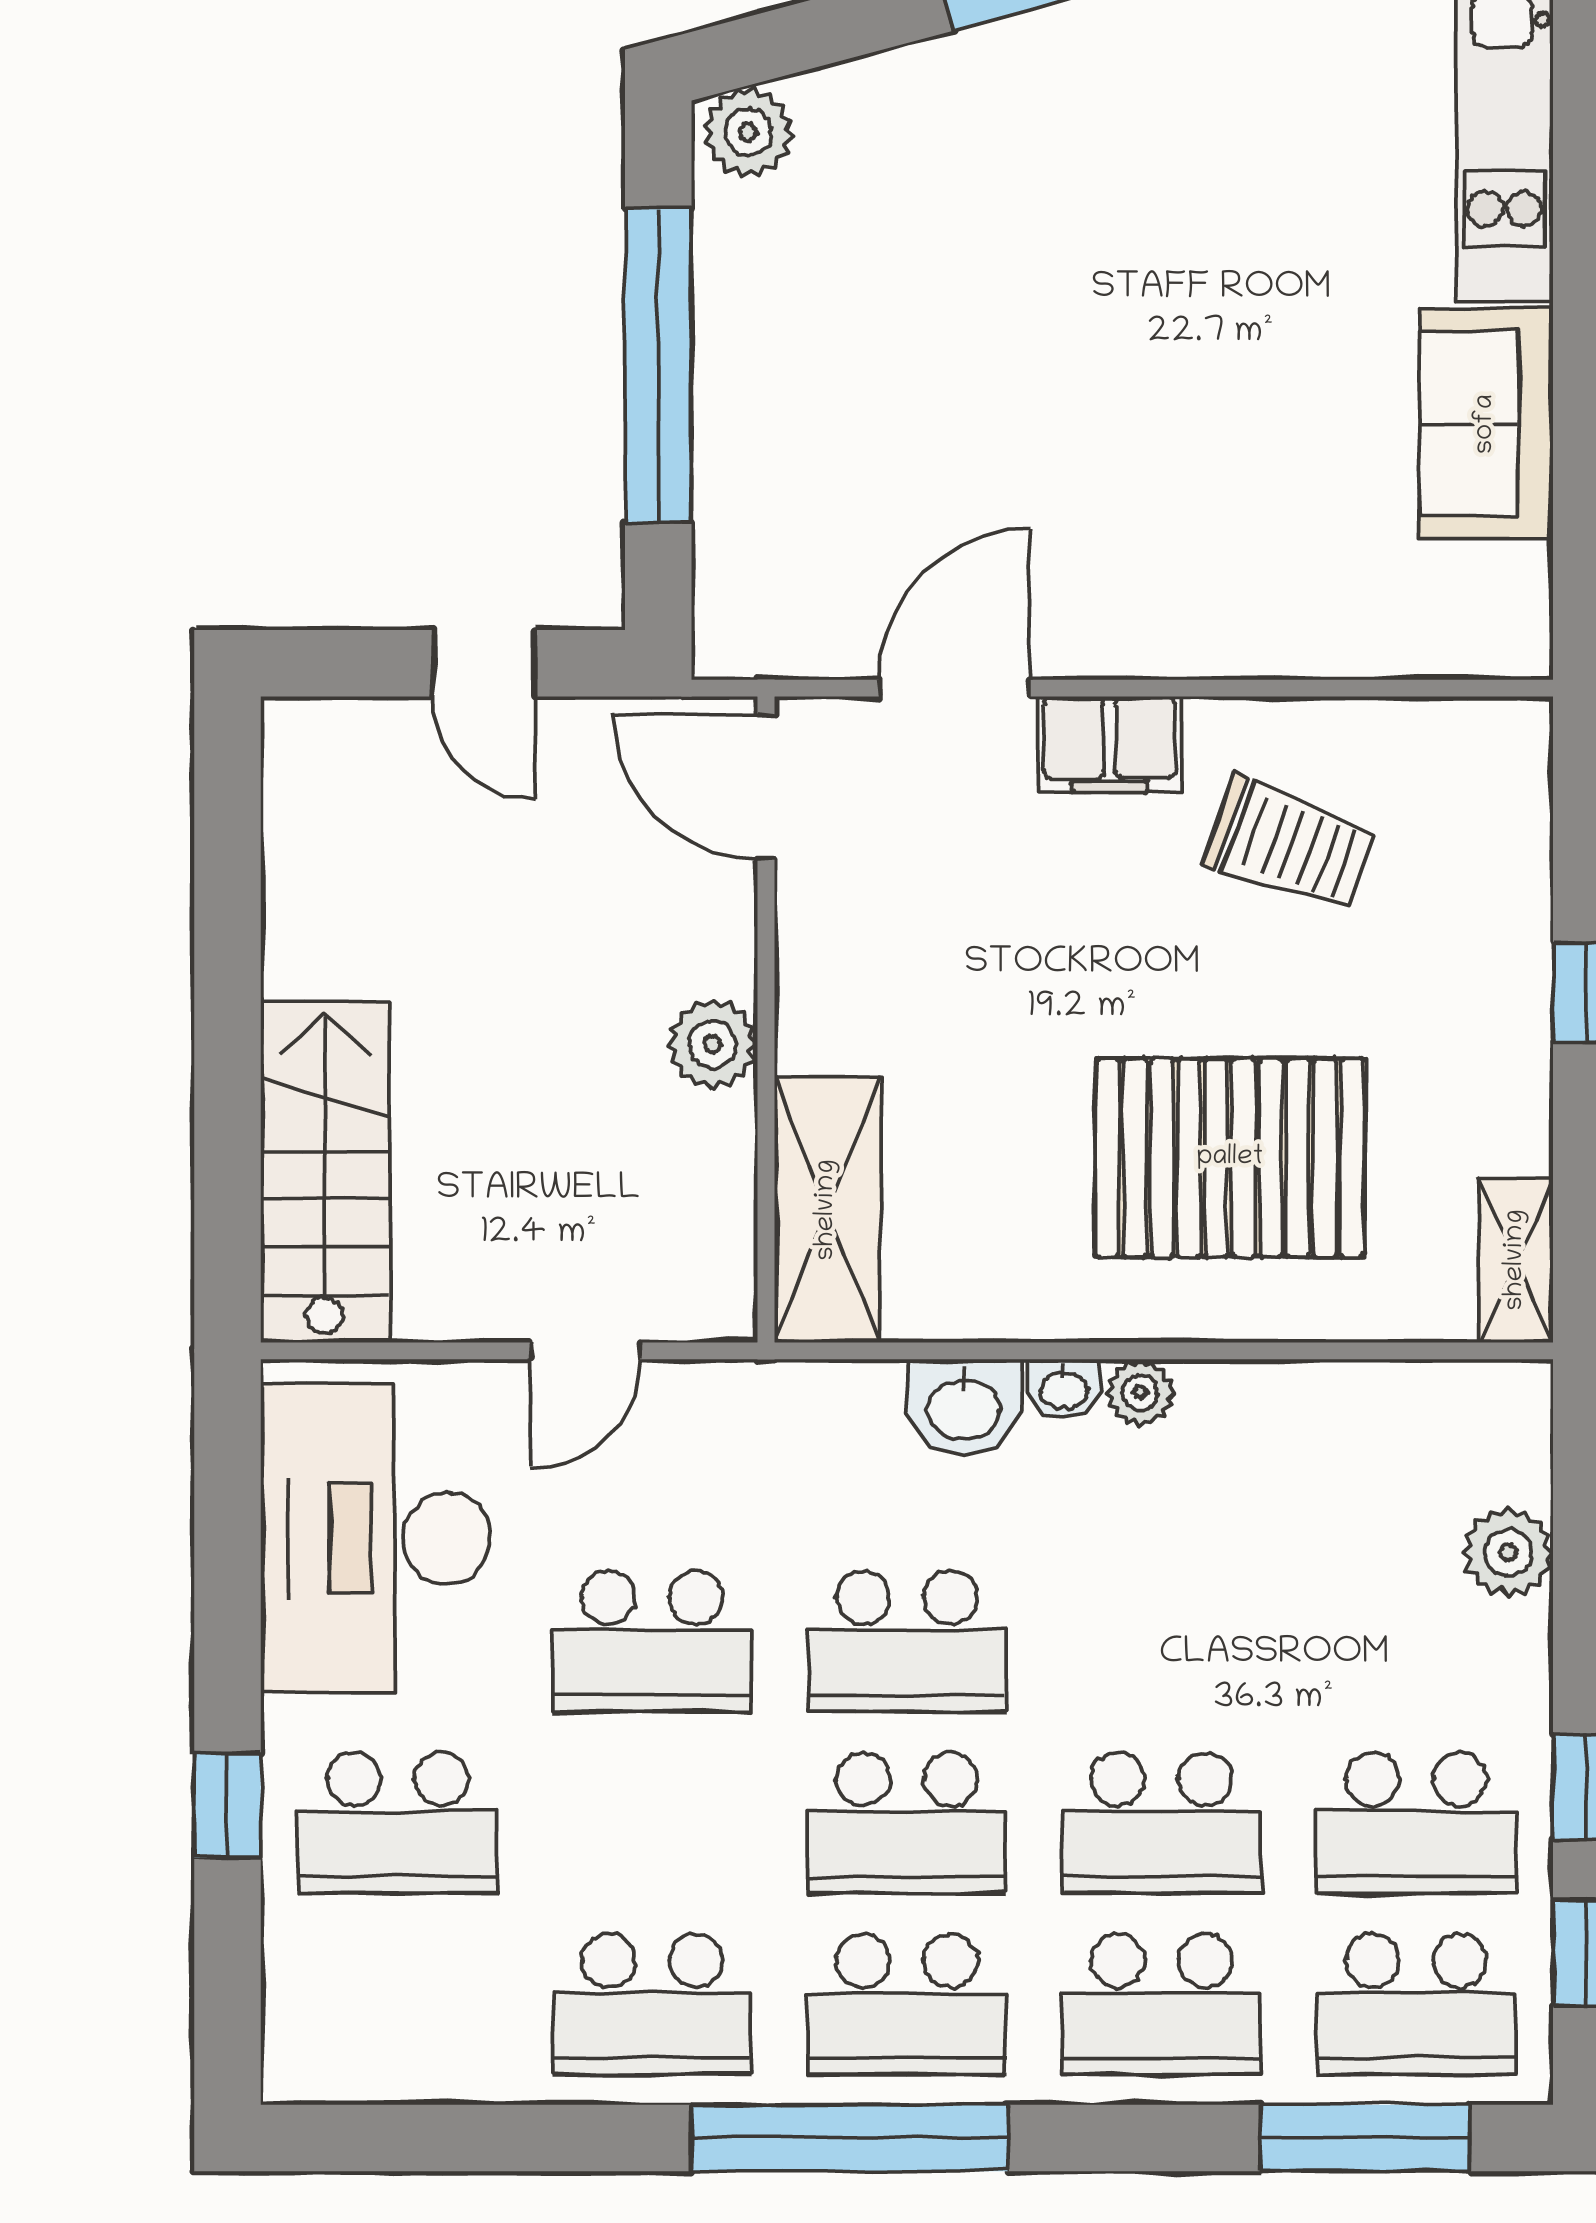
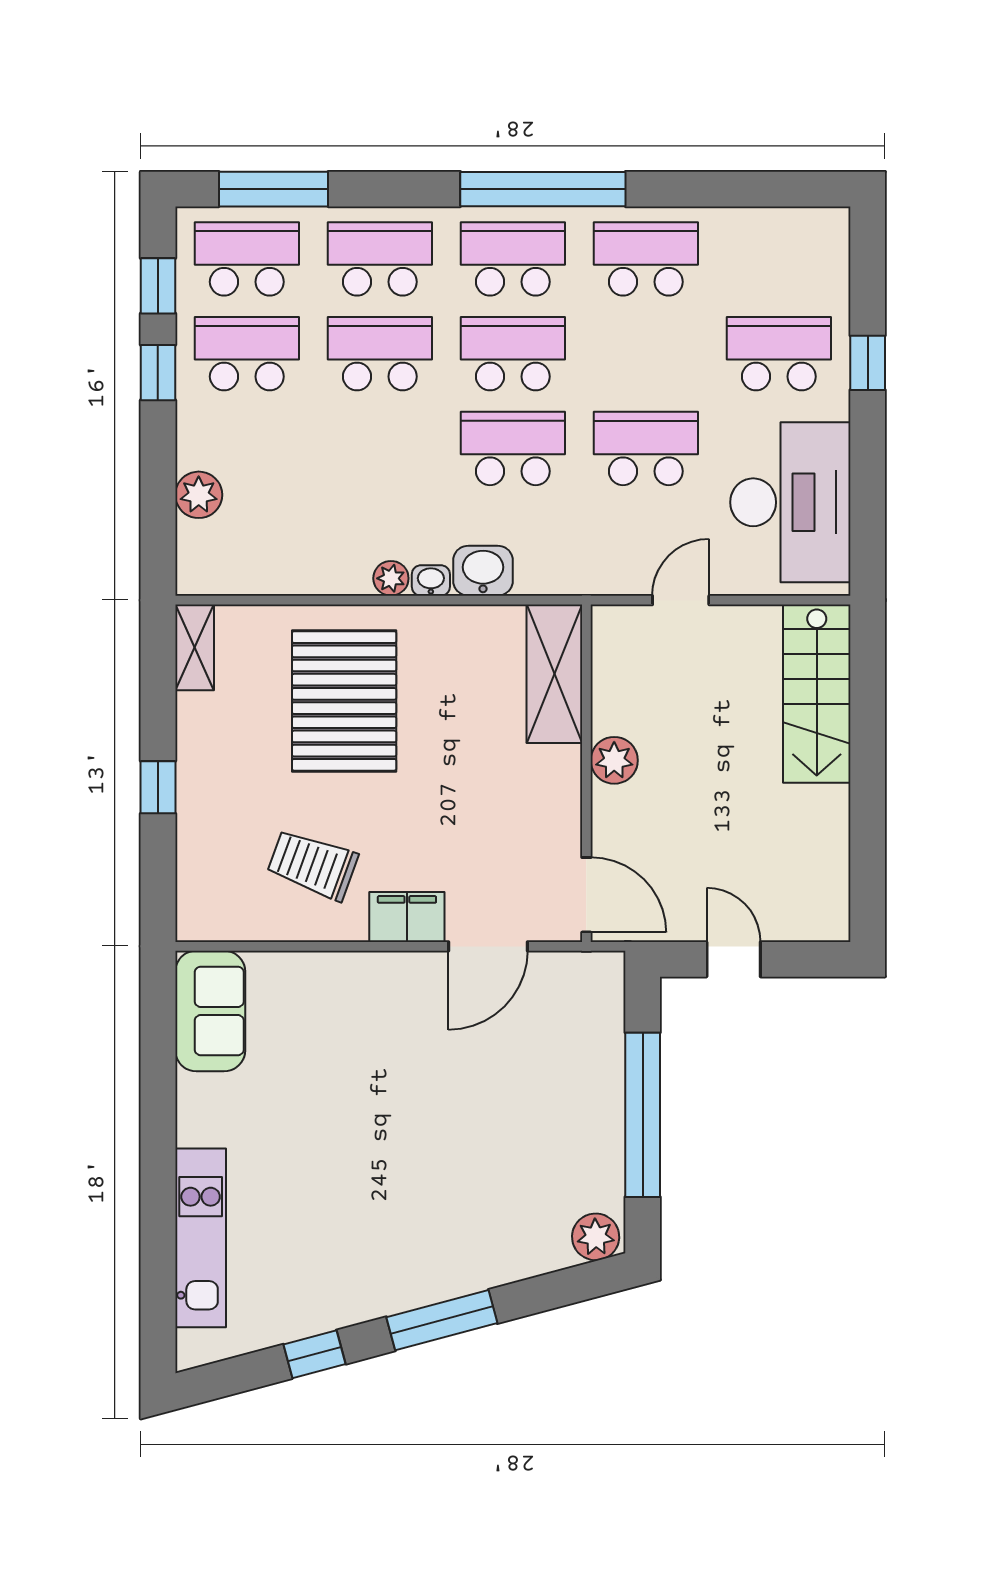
sofa: (1486, 424) -> (210, 1011), moved
pallet: (1230, 1158) -> (344, 701), turned 90

